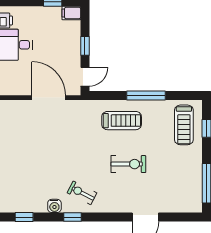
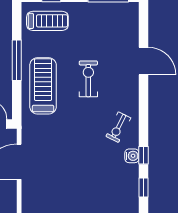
treadmill: (122, 121) -> (43, 86), width x1.37, depth x1.38
window: (72, 217) -> (143, 155), moved

